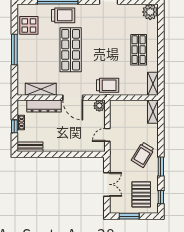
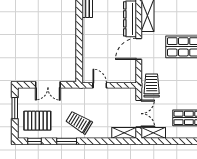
trolley: (108, 85) -> (152, 85), turned 180
double door: (134, 98) -> (139, 114), added
plant: (99, 106) -> (130, 77), removed

